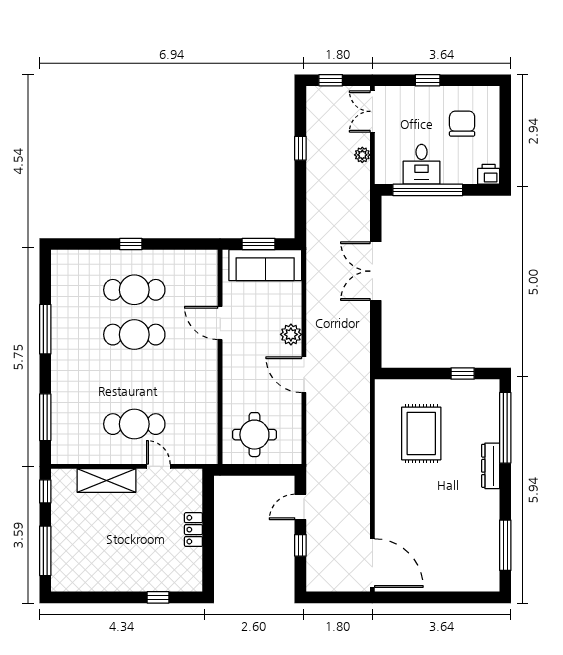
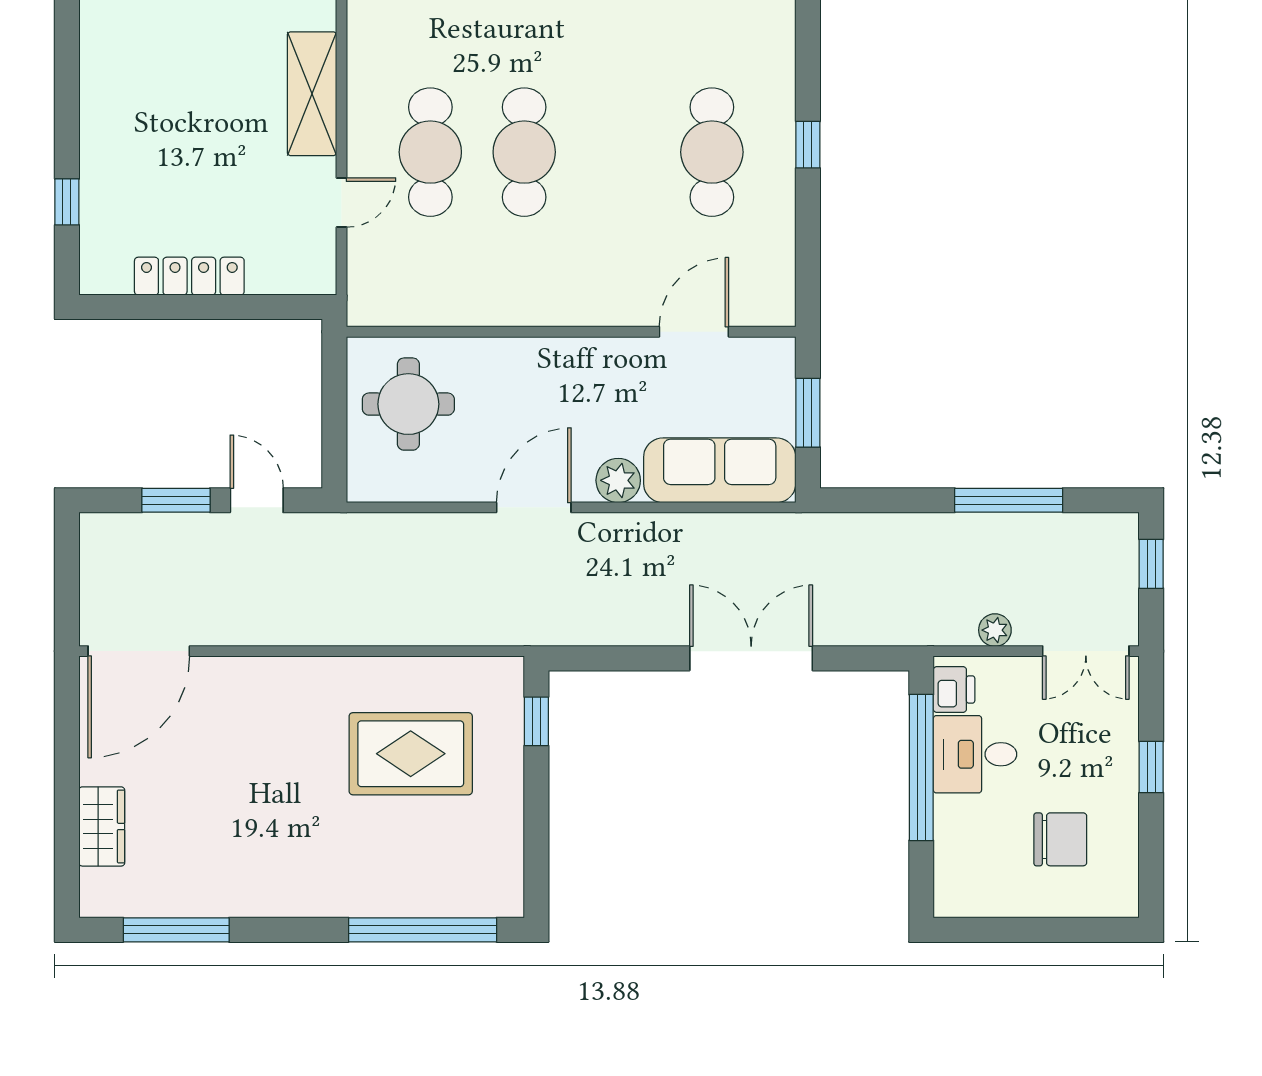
double door: (372, 111) -> (1086, 651), swing flipped
window: (300, 148) -> (1009, 500), width x2.17
printer: (489, 174) -> (954, 690), moved
sofa: (265, 265) -> (720, 470), moved, turned 90
door: (220, 323) -> (694, 332), moved
cafe table: (134, 335) -> (524, 152), moved
window: (463, 373) -> (536, 721), moved
dresser: (491, 466) -> (343, 899), removed
locker: (193, 530) -> (189, 276), width x1.53
window: (300, 545) -> (176, 500), width x1.50
wardrobe: (456, 581) -> (102, 826), added

